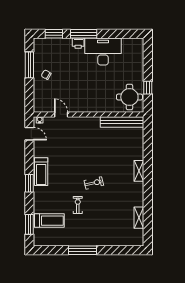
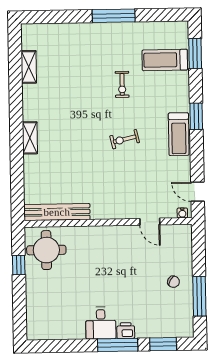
desk: (103, 52) -> (101, 323), width x0.53, depth x0.77
treadmill: (41, 172) -> (179, 134), turned 180
exercise bike: (94, 183) -> (125, 139), moved

